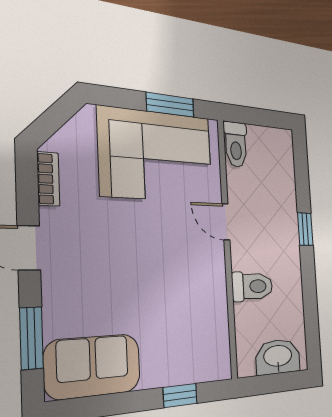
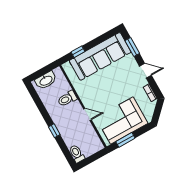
toilet: (236, 144) -> (77, 154), moved
sofa: (93, 366) -> (100, 56), width x1.85, depth x1.27

